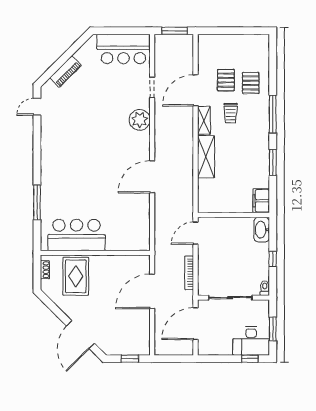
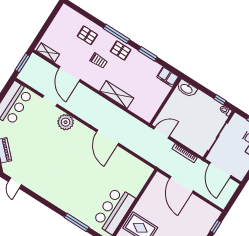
pallet: (226, 80) -> (121, 51), moved
shelving: (204, 120) -> (48, 53), moved
door: (196, 233) -> (162, 133), swing flipped
window: (273, 259) -> (220, 100), moved

